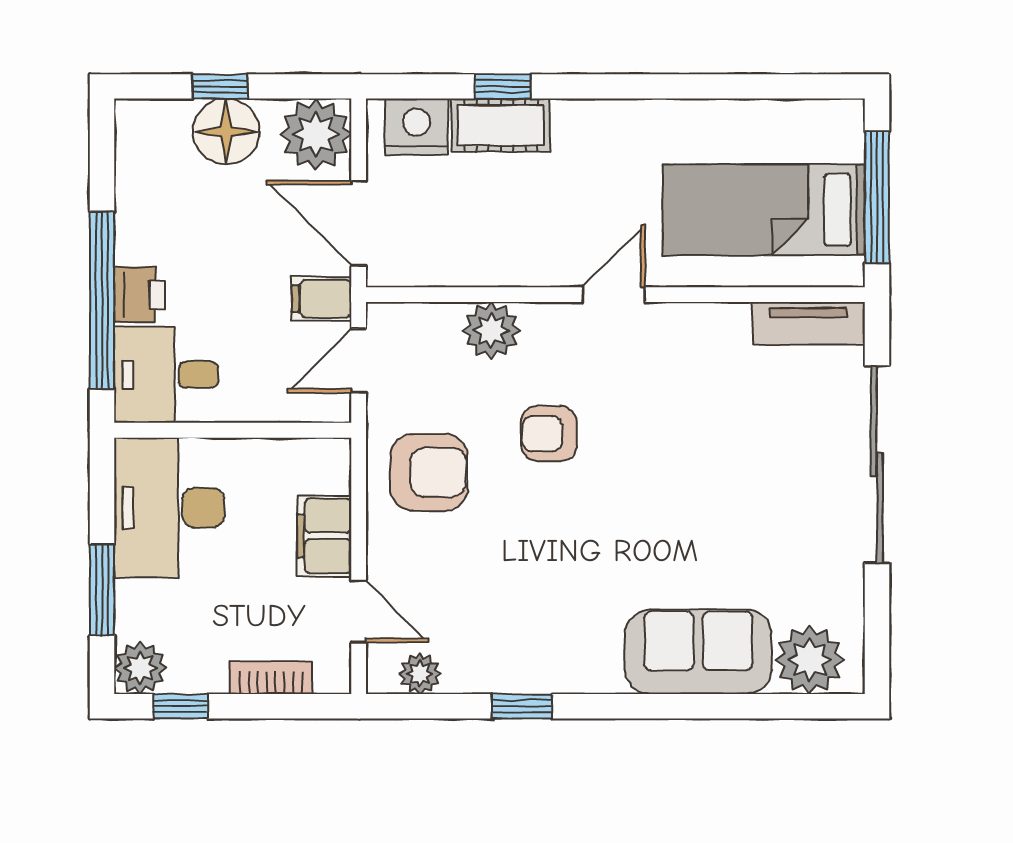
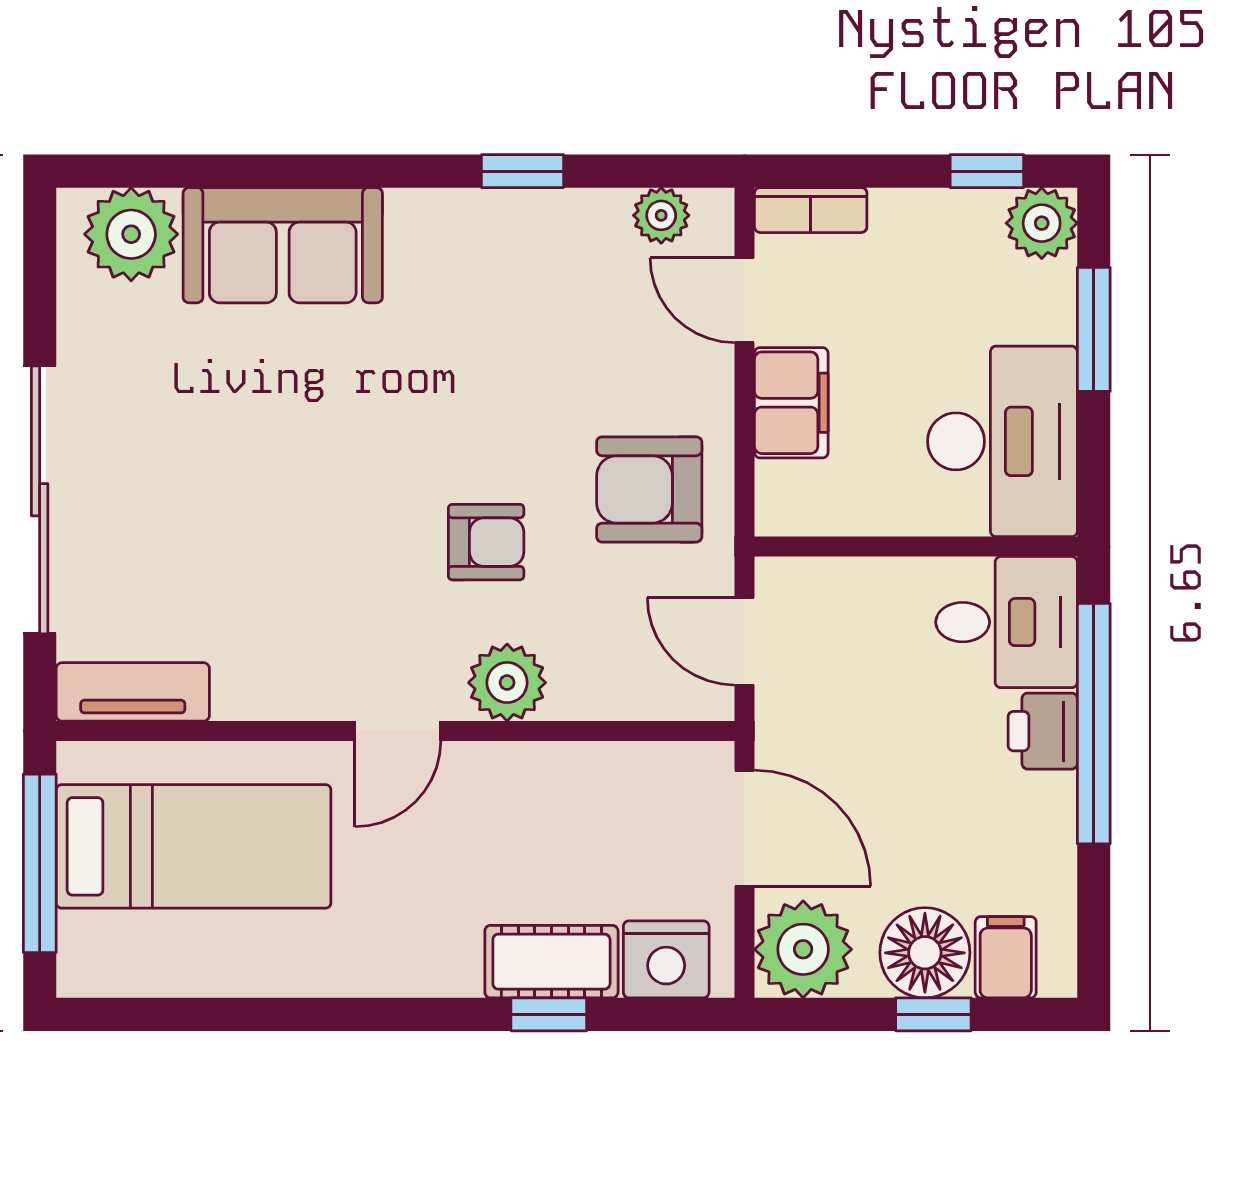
filing cabinet: (322, 299) -> (1006, 957), moved, turned -90
plant: (492, 330) -> (507, 683), moved
door: (359, 361) -> (745, 641), swing flipped
bookcase: (271, 678) -> (811, 210), moved

